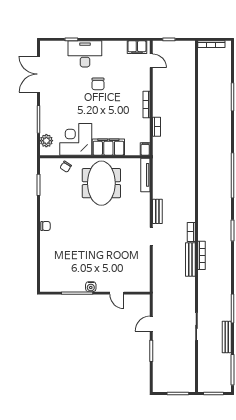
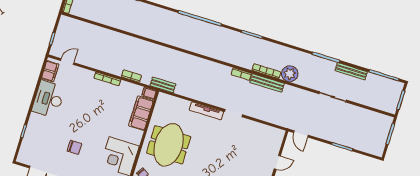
desk: (85, 54) -> (49, 99), moved
chair: (98, 84) -> (75, 147), moved
filing cabinet: (108, 147) -> (141, 113), moved
tv unit: (145, 175) -> (206, 111), moved
meeting table: (101, 183) -> (169, 145), turned 90
bench: (157, 211) -> (163, 85), moved
plant: (206, 279) -> (290, 74), added
door: (151, 324) -> (301, 134), moved

